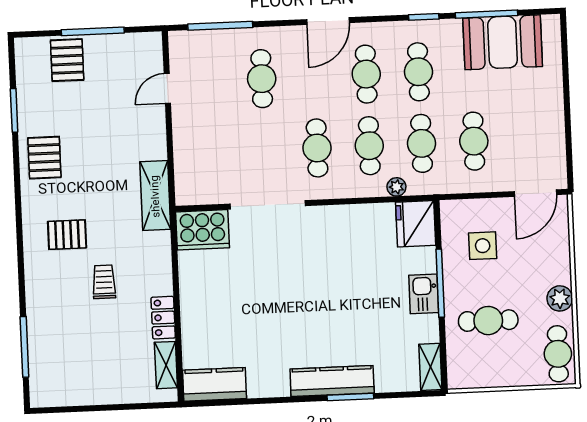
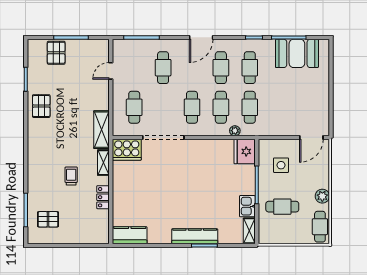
cafe table: (474, 141) -> (134, 107), moved
pallet: (67, 235) -> (48, 219), moved
kitchen sink: (424, 294) -> (247, 206), moved
shelving: (166, 365) -> (103, 163), moved

